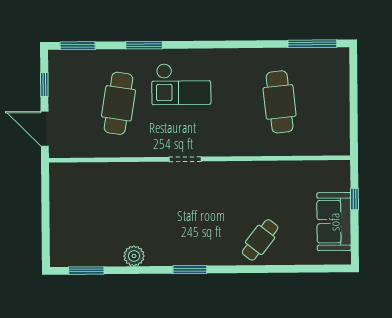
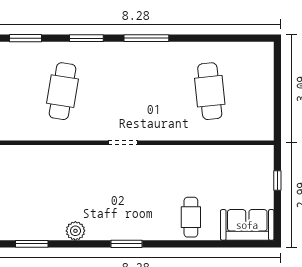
window: (312, 44) -> (146, 38), moved
checkout: (181, 84) -> (120, 74), removed
sofa: (334, 222) -> (247, 225), moved, turned 90
cafe table: (260, 240) -> (191, 217), turned -38

